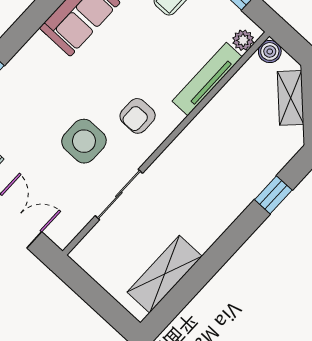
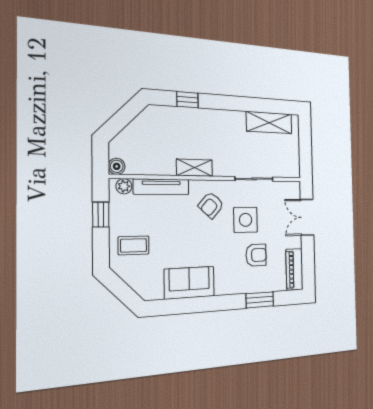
shelving: (291, 98) -> (194, 168), moved, turned 45
armchair: (138, 116) -> (211, 205), turned 132
armchair: (34, 117) -> (256, 255), added

